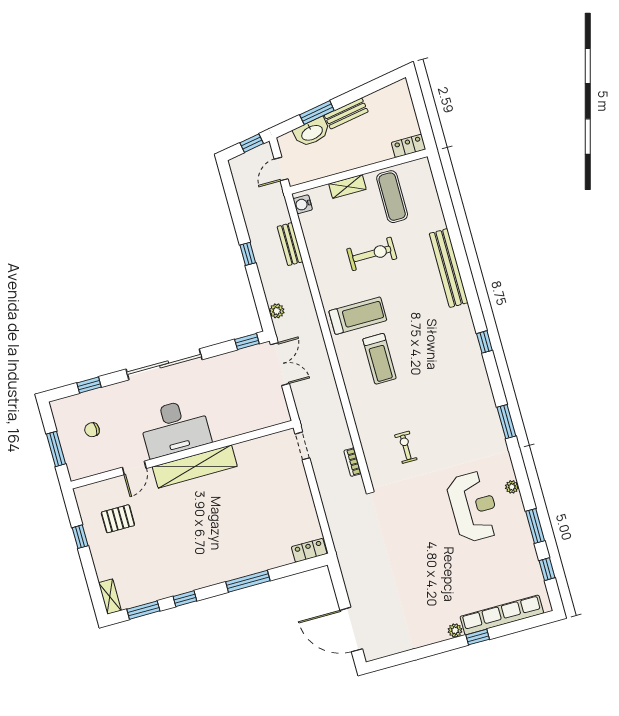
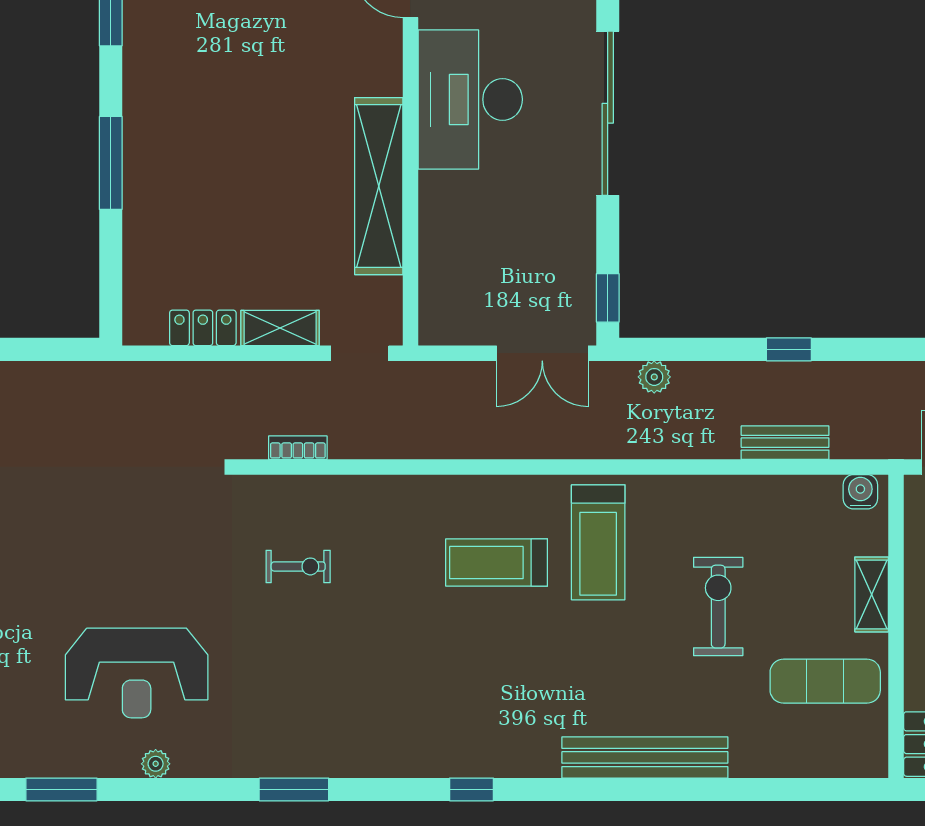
exercise bike: (372, 254) -> (718, 607), turned 180
shelving: (195, 466) -> (379, 186), moved
shelving: (301, 485) -> (280, 328), added
locker: (309, 550) -> (203, 328), moved, turned -90

